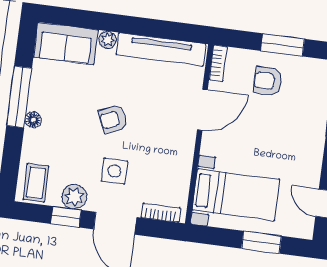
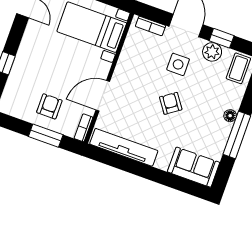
plant: (108, 40) -> (162, 163), removed
window: (283, 45) -> (46, 136), moved
armchair: (268, 81) -> (49, 106), turned -90
armchair: (113, 119) -> (171, 103), turned -102

